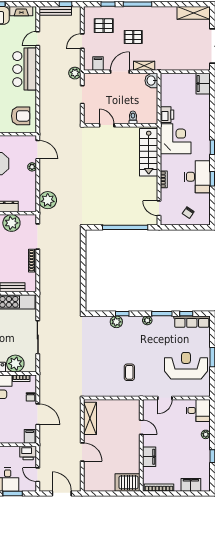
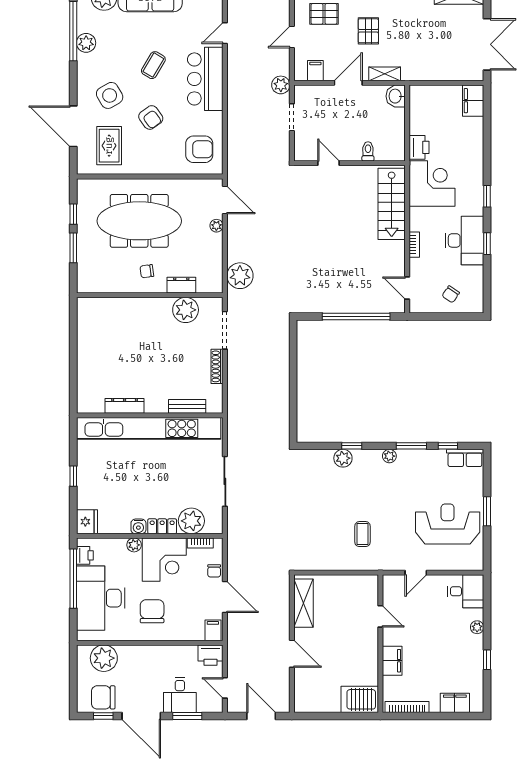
pallet: (133, 37) -> (368, 31), turned 90
row of seats: (192, 322) -> (465, 458), width x0.68

